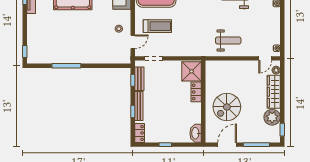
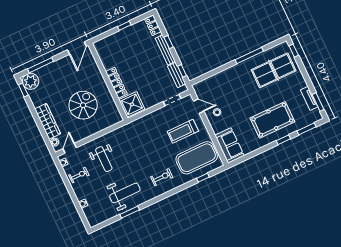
exercise bike: (268, 31) -> (79, 175), added
weight bench: (228, 40) -> (104, 159), moved, turned -90
table tennis table: (51, 42) -> (274, 70), added
door: (133, 42) -> (199, 106), swing flipped
locker: (196, 92) -> (116, 83), width x1.53
spiral stairs: (227, 107) -> (83, 105), moved
plant: (272, 117) -> (31, 81), moved
washbasin: (196, 133) -> (101, 49), removed
door: (227, 145) -> (77, 48), moved

